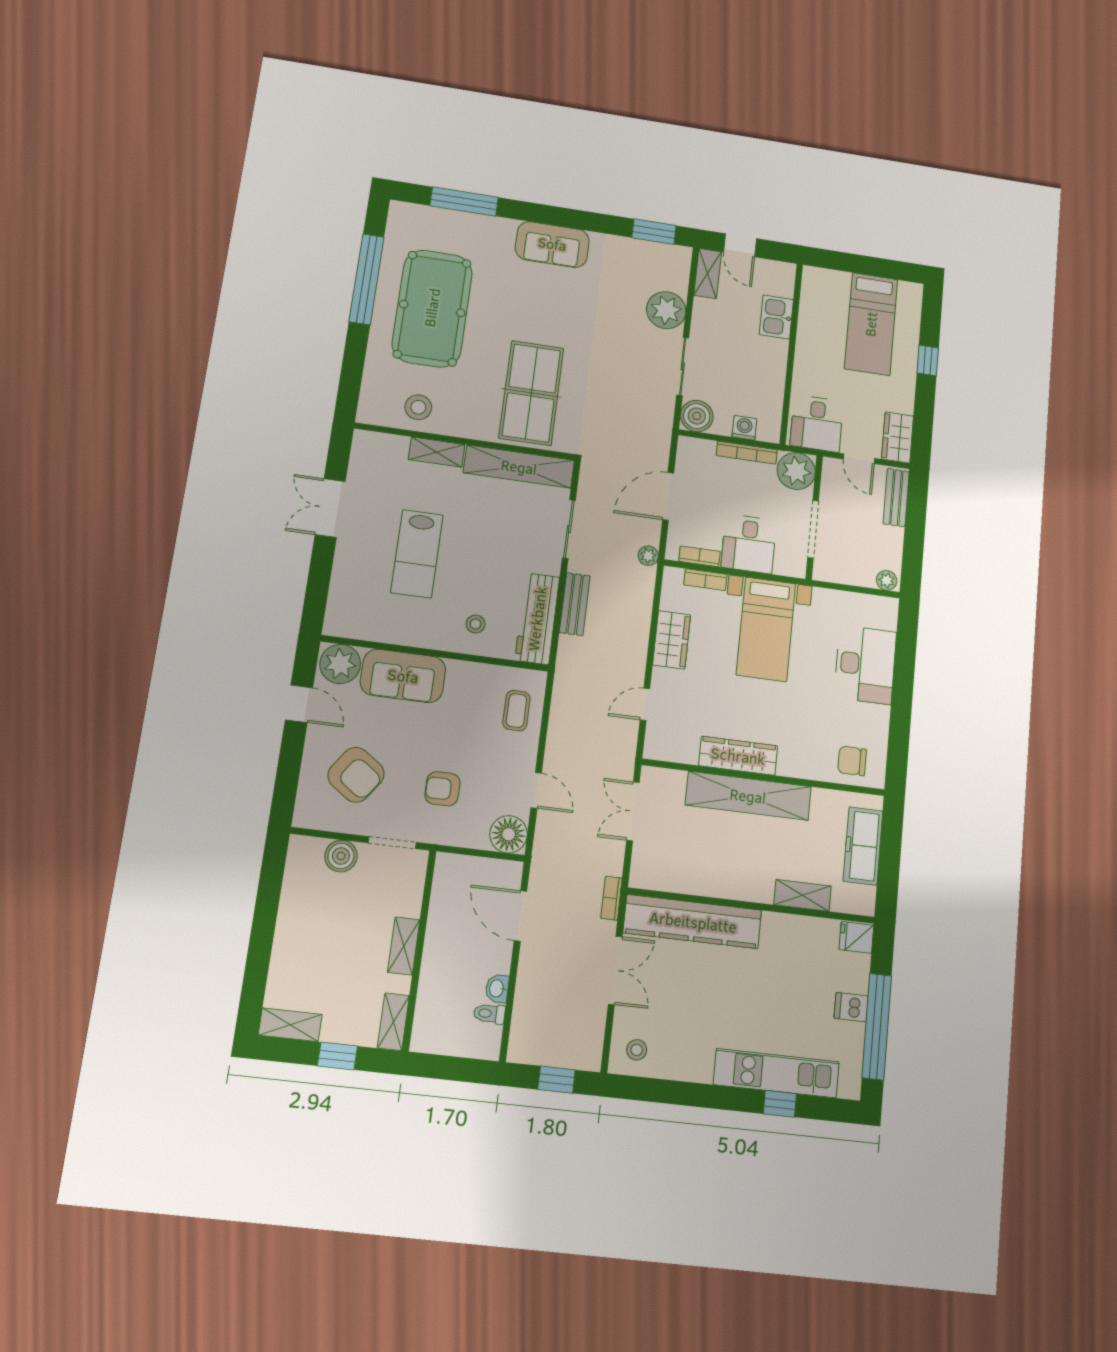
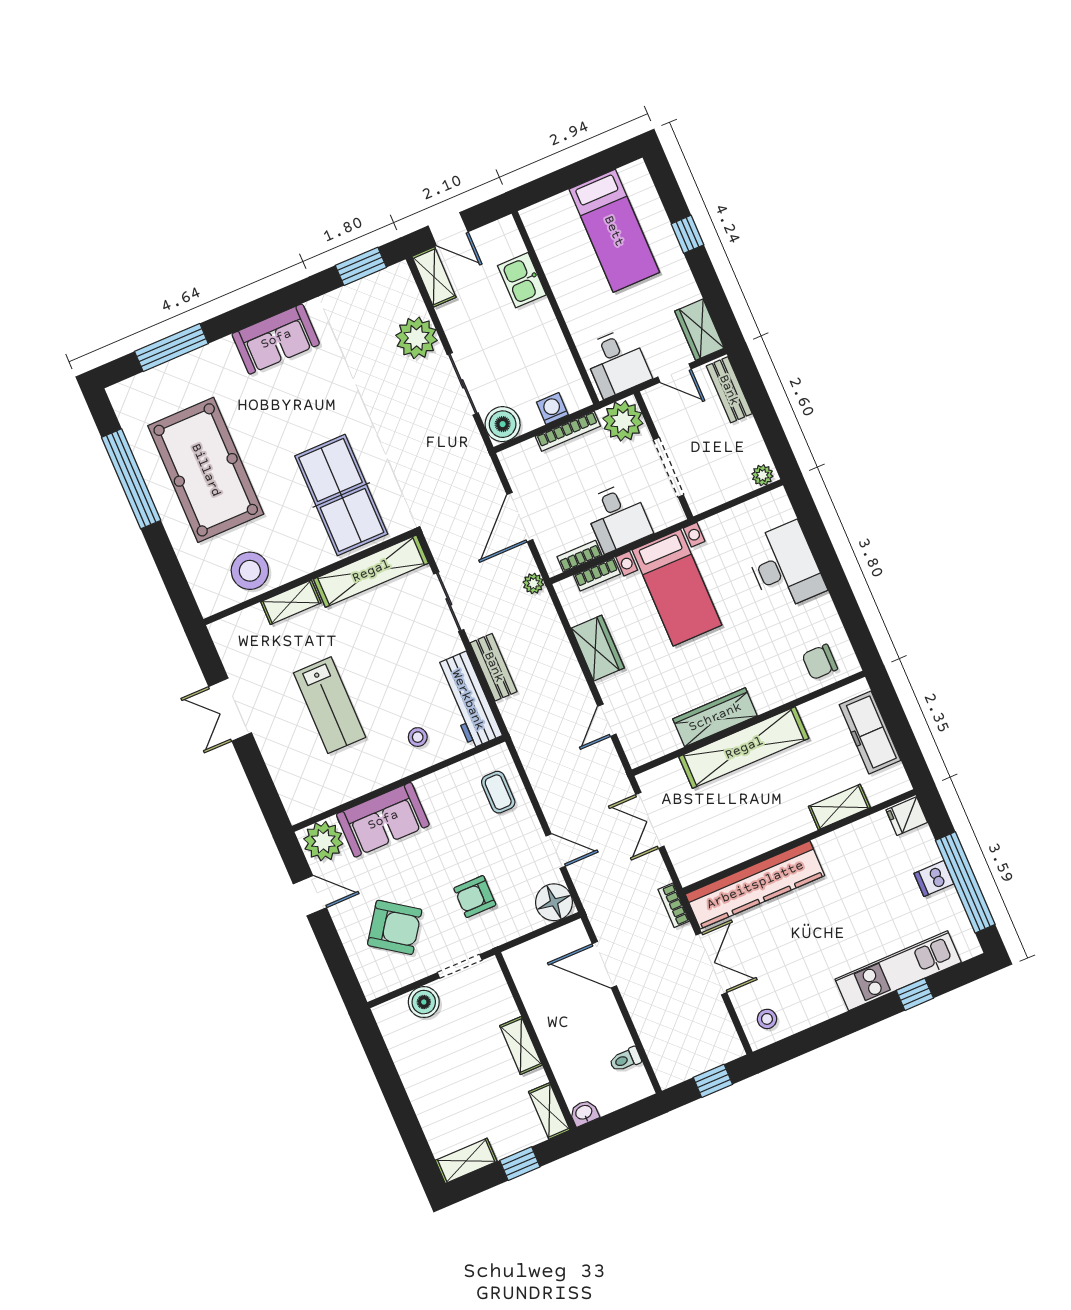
stool: (418, 407) -> (250, 571), width x1.38, depth x1.38
washbasin: (497, 989) -> (584, 1113), moved, turned 90

